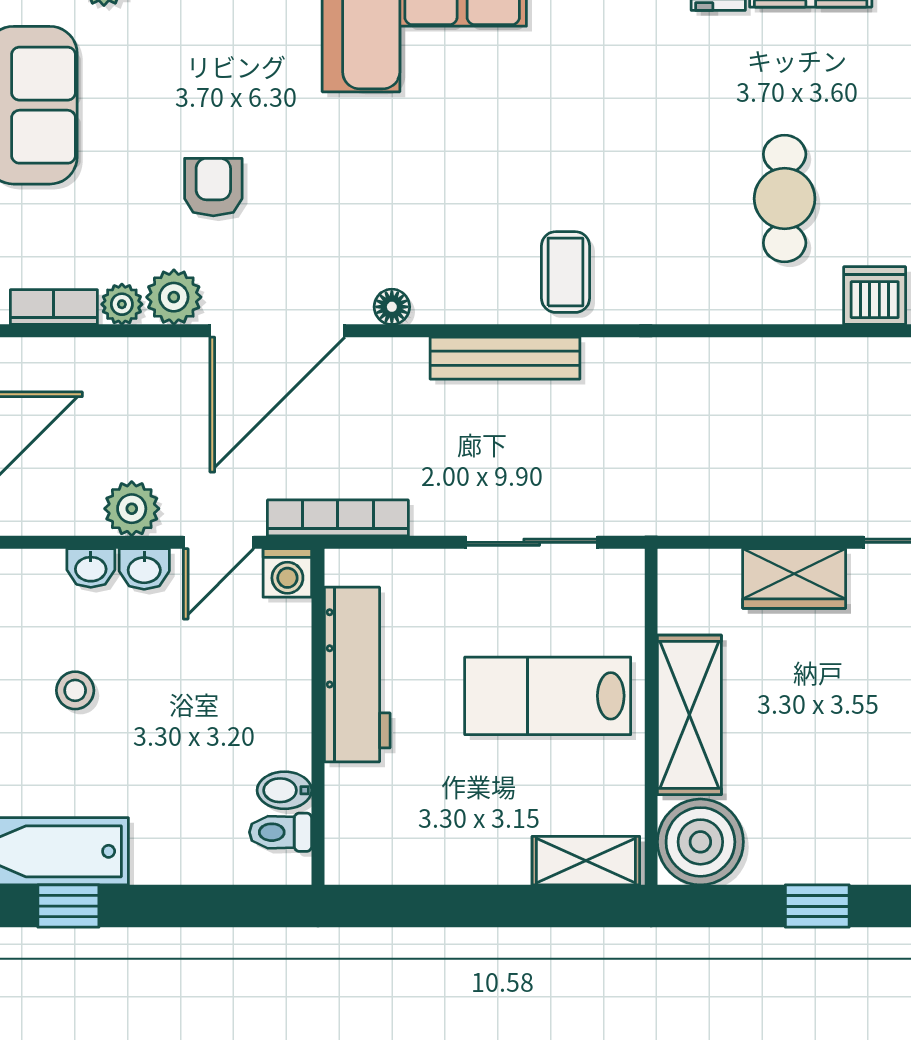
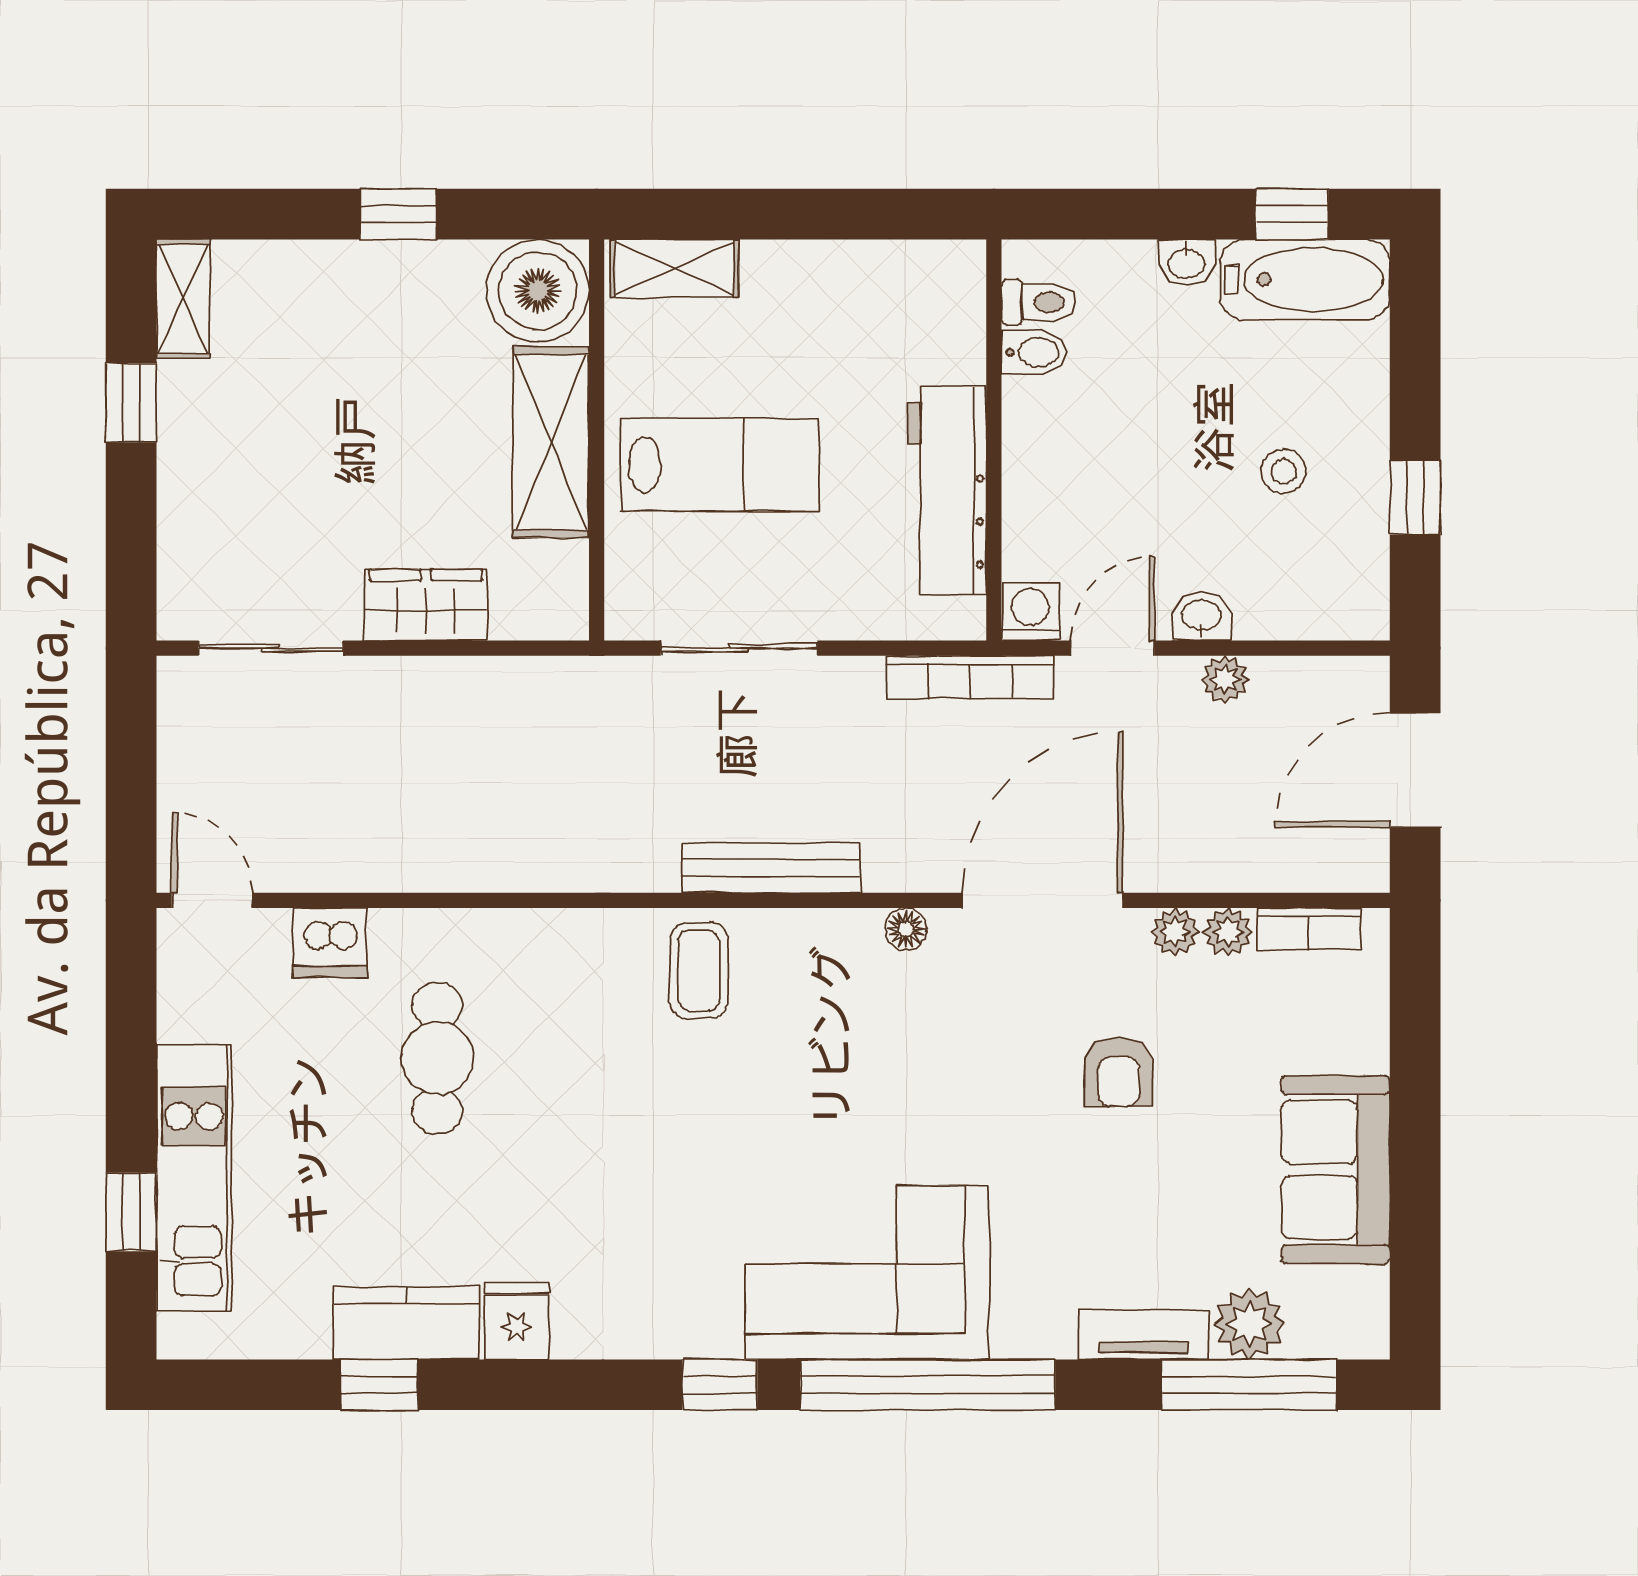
plant: (174, 297) -> (1175, 932), width x0.73, depth x0.73
plant: (132, 509) -> (1225, 679), width x0.73, depth x0.73
washbasin: (91, 568) -> (1186, 263), moved, turned 180

